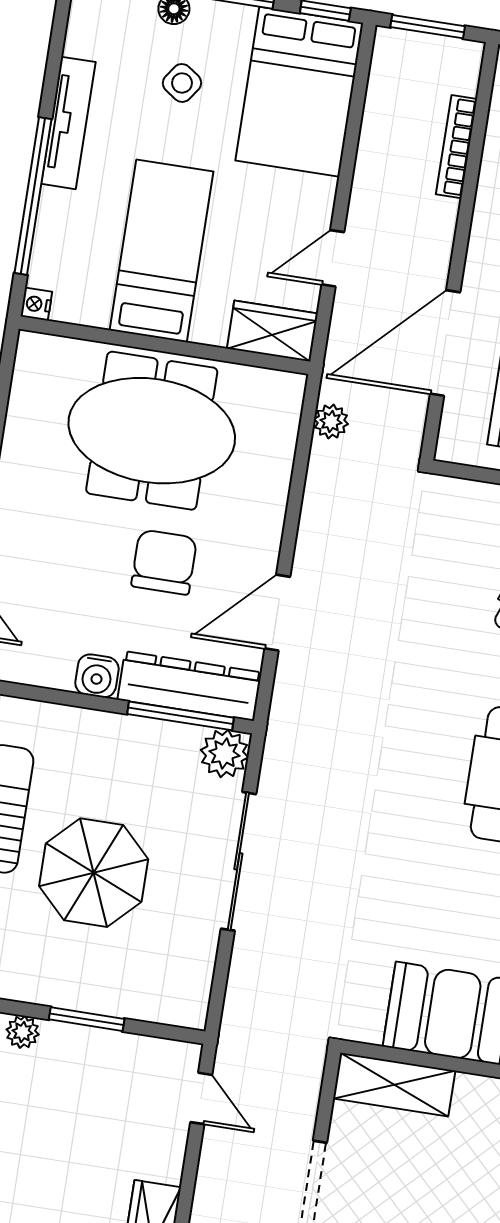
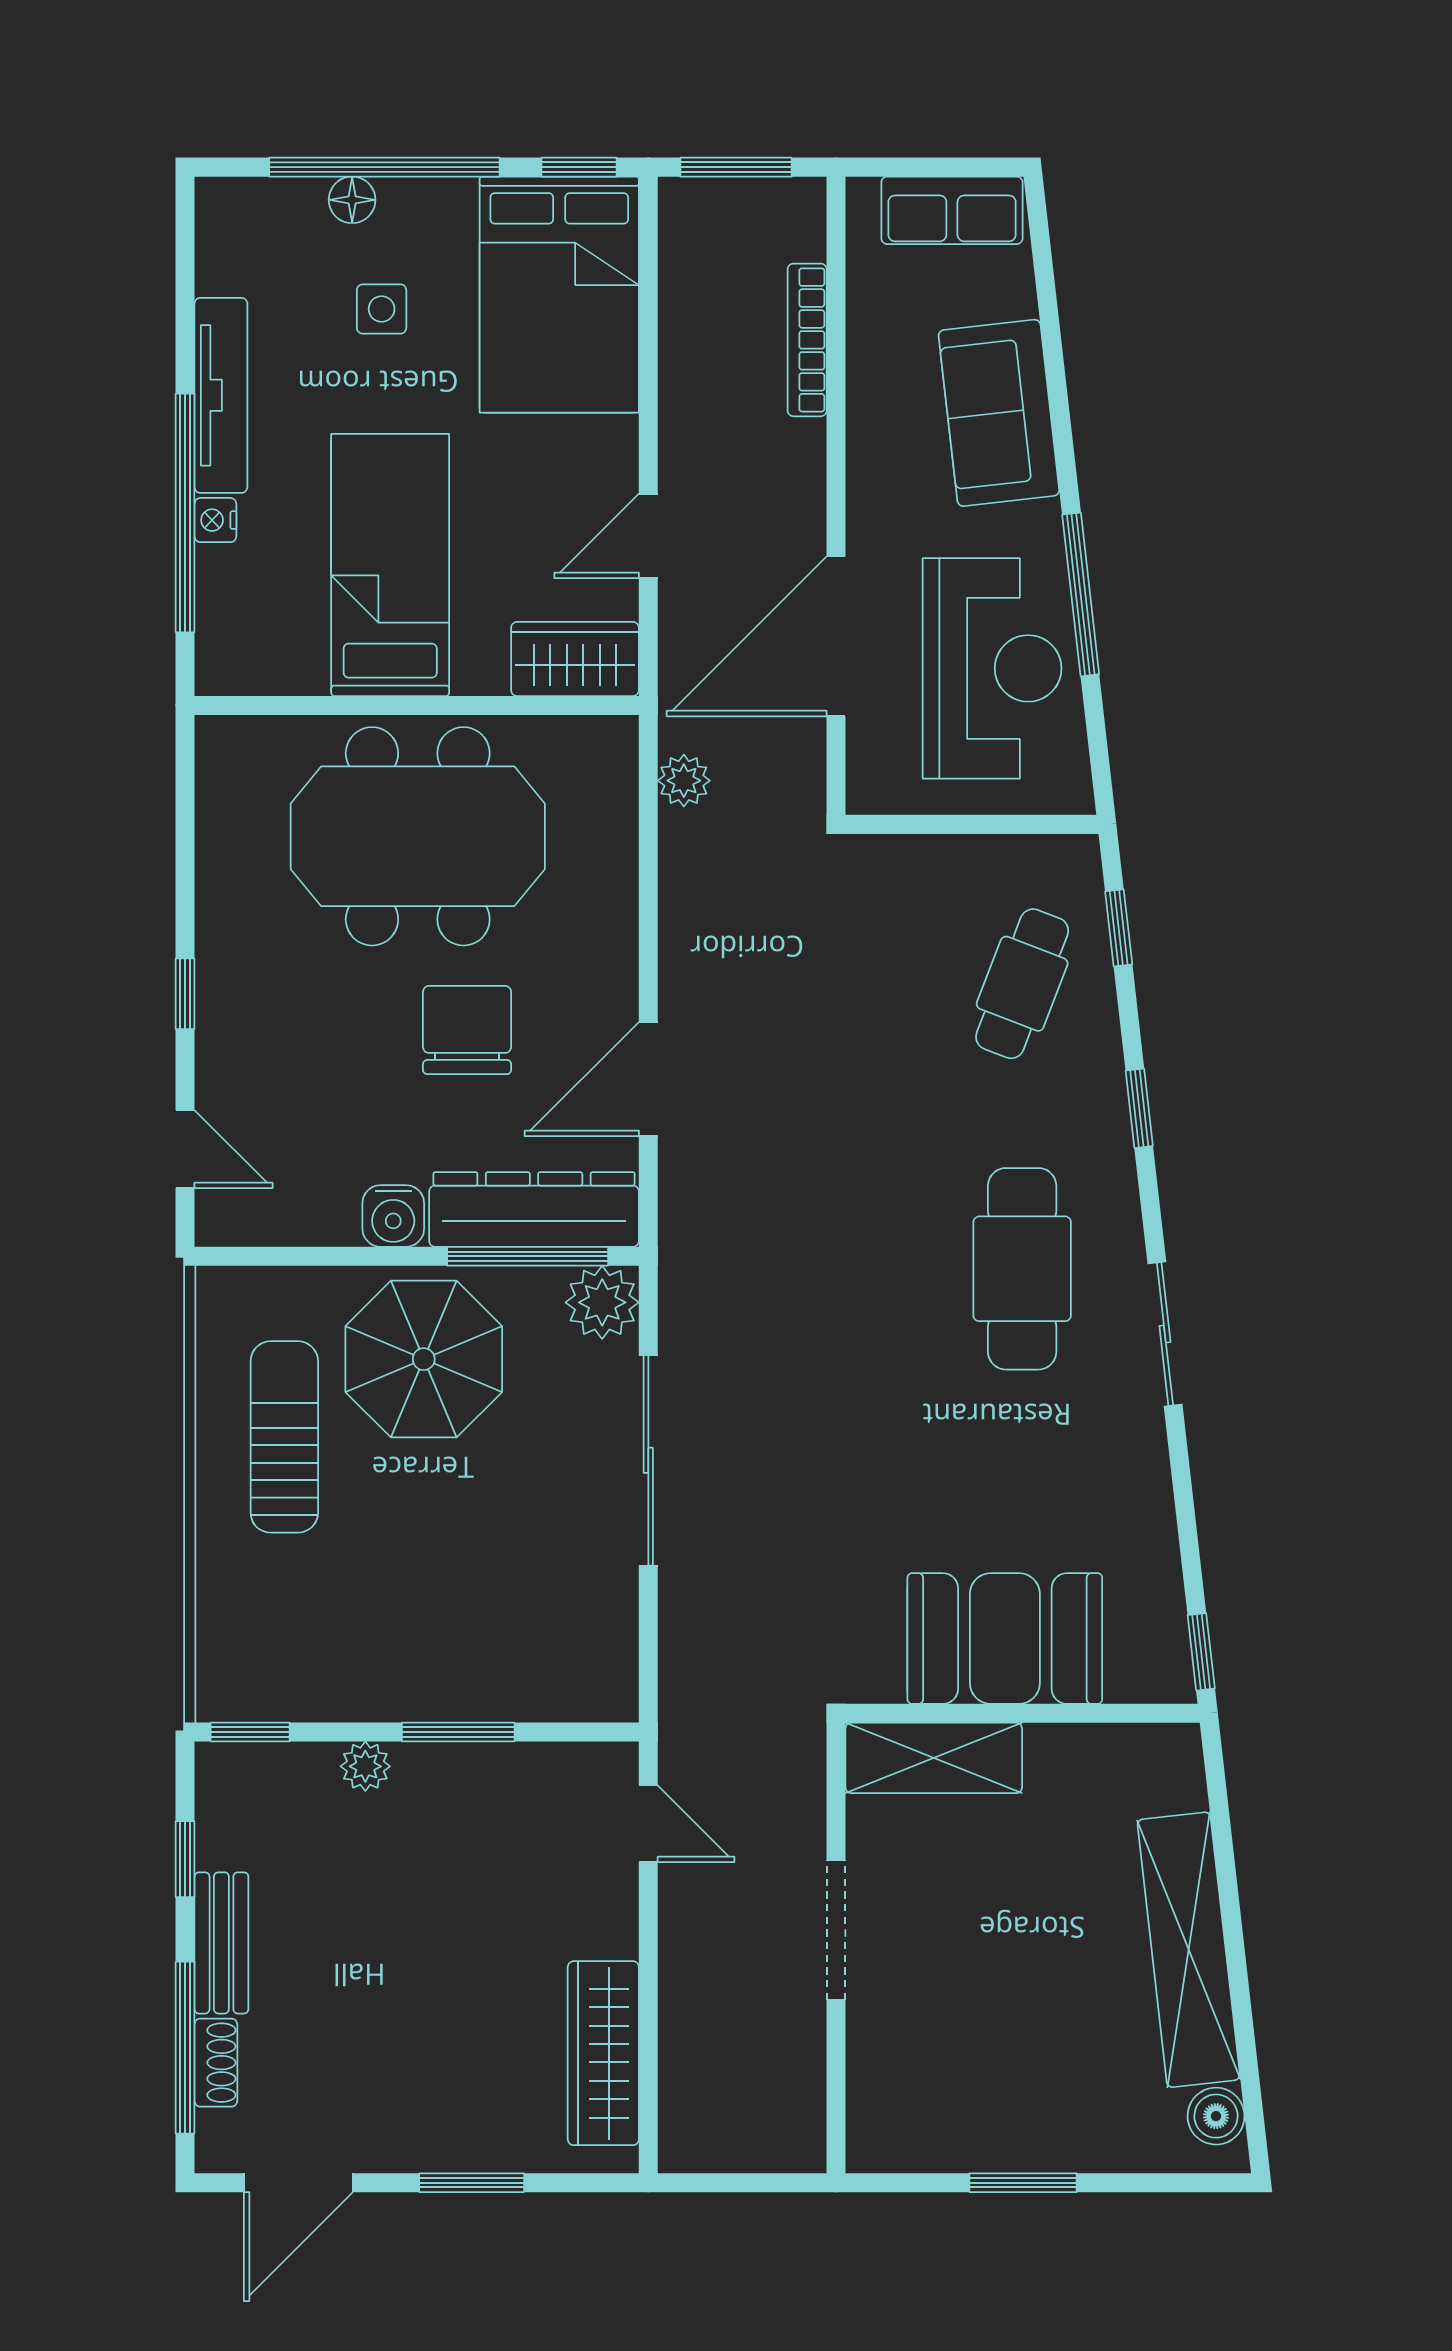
side table: (182, 83) -> (382, 309), turned -35
nightstand: (36, 304) -> (215, 520), moved
parasol: (94, 873) -> (424, 1359), moved

